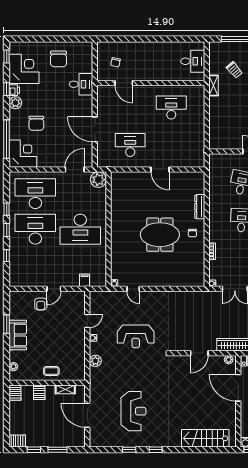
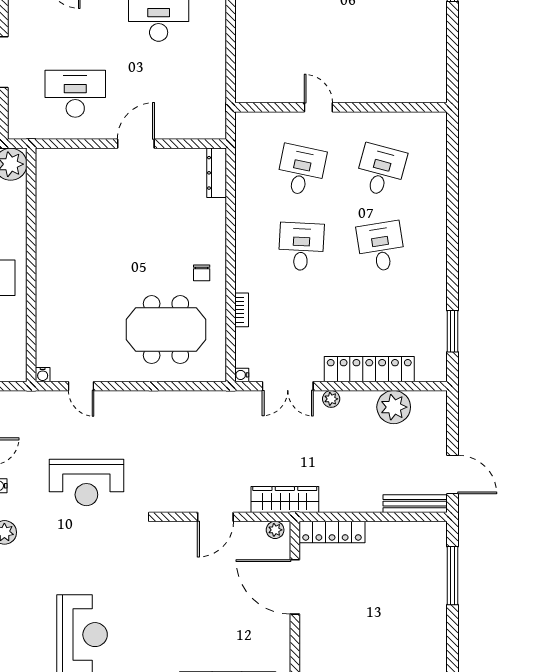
door: (160, 170) -> (136, 144), swing flipped
dresser: (200, 207) -> (217, 173), moved
meeting table: (160, 235) -> (166, 330), moved

